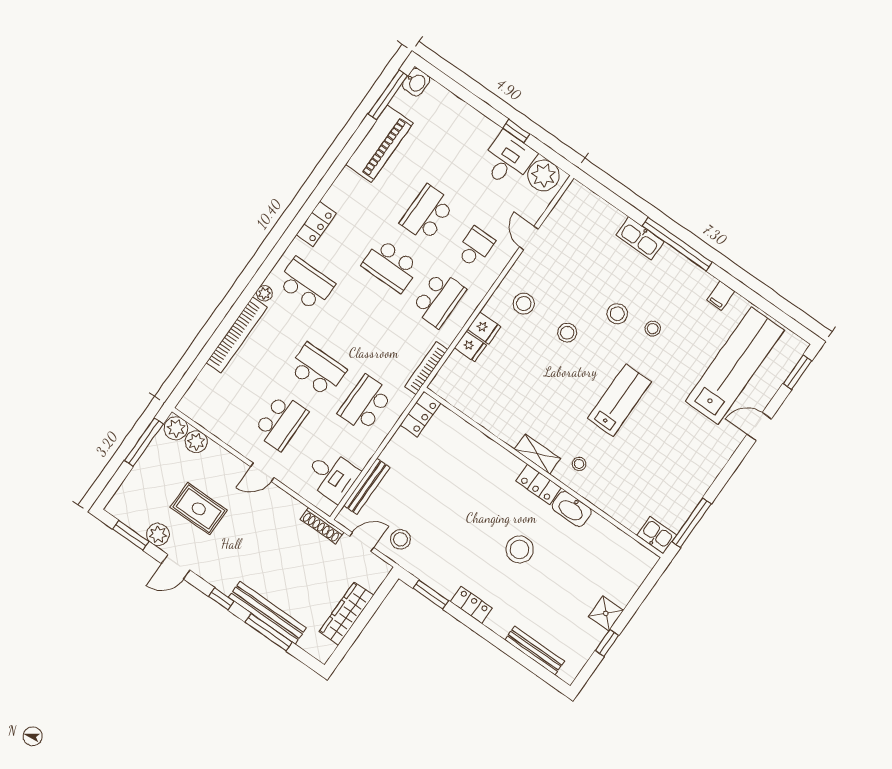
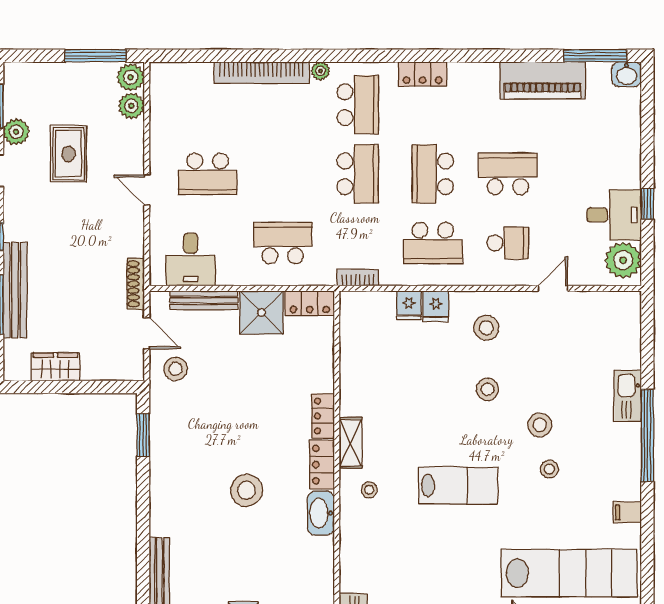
bookcase: (426, 368) -> (358, 278), width x0.64
school desk: (317, 370) -> (358, 174), moved
shower: (403, 452) -> (262, 312), added
locker: (471, 605) -> (323, 416), moved, turned 180
wardrobe: (346, 614) -> (55, 367), width x0.67

